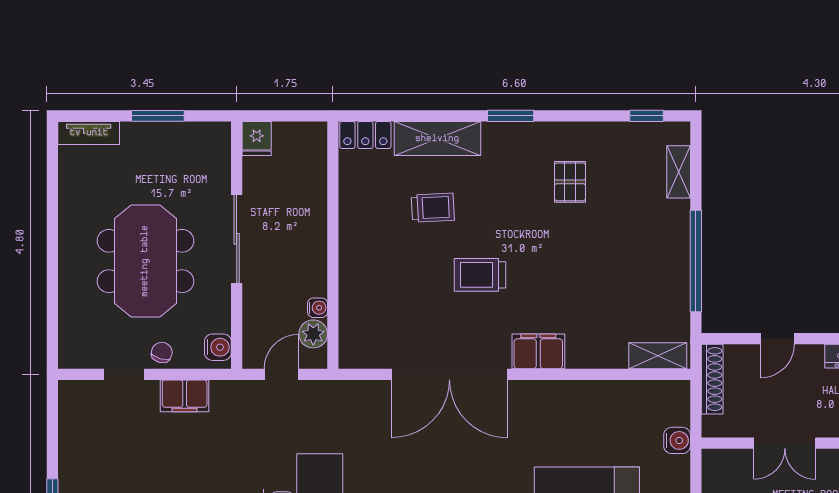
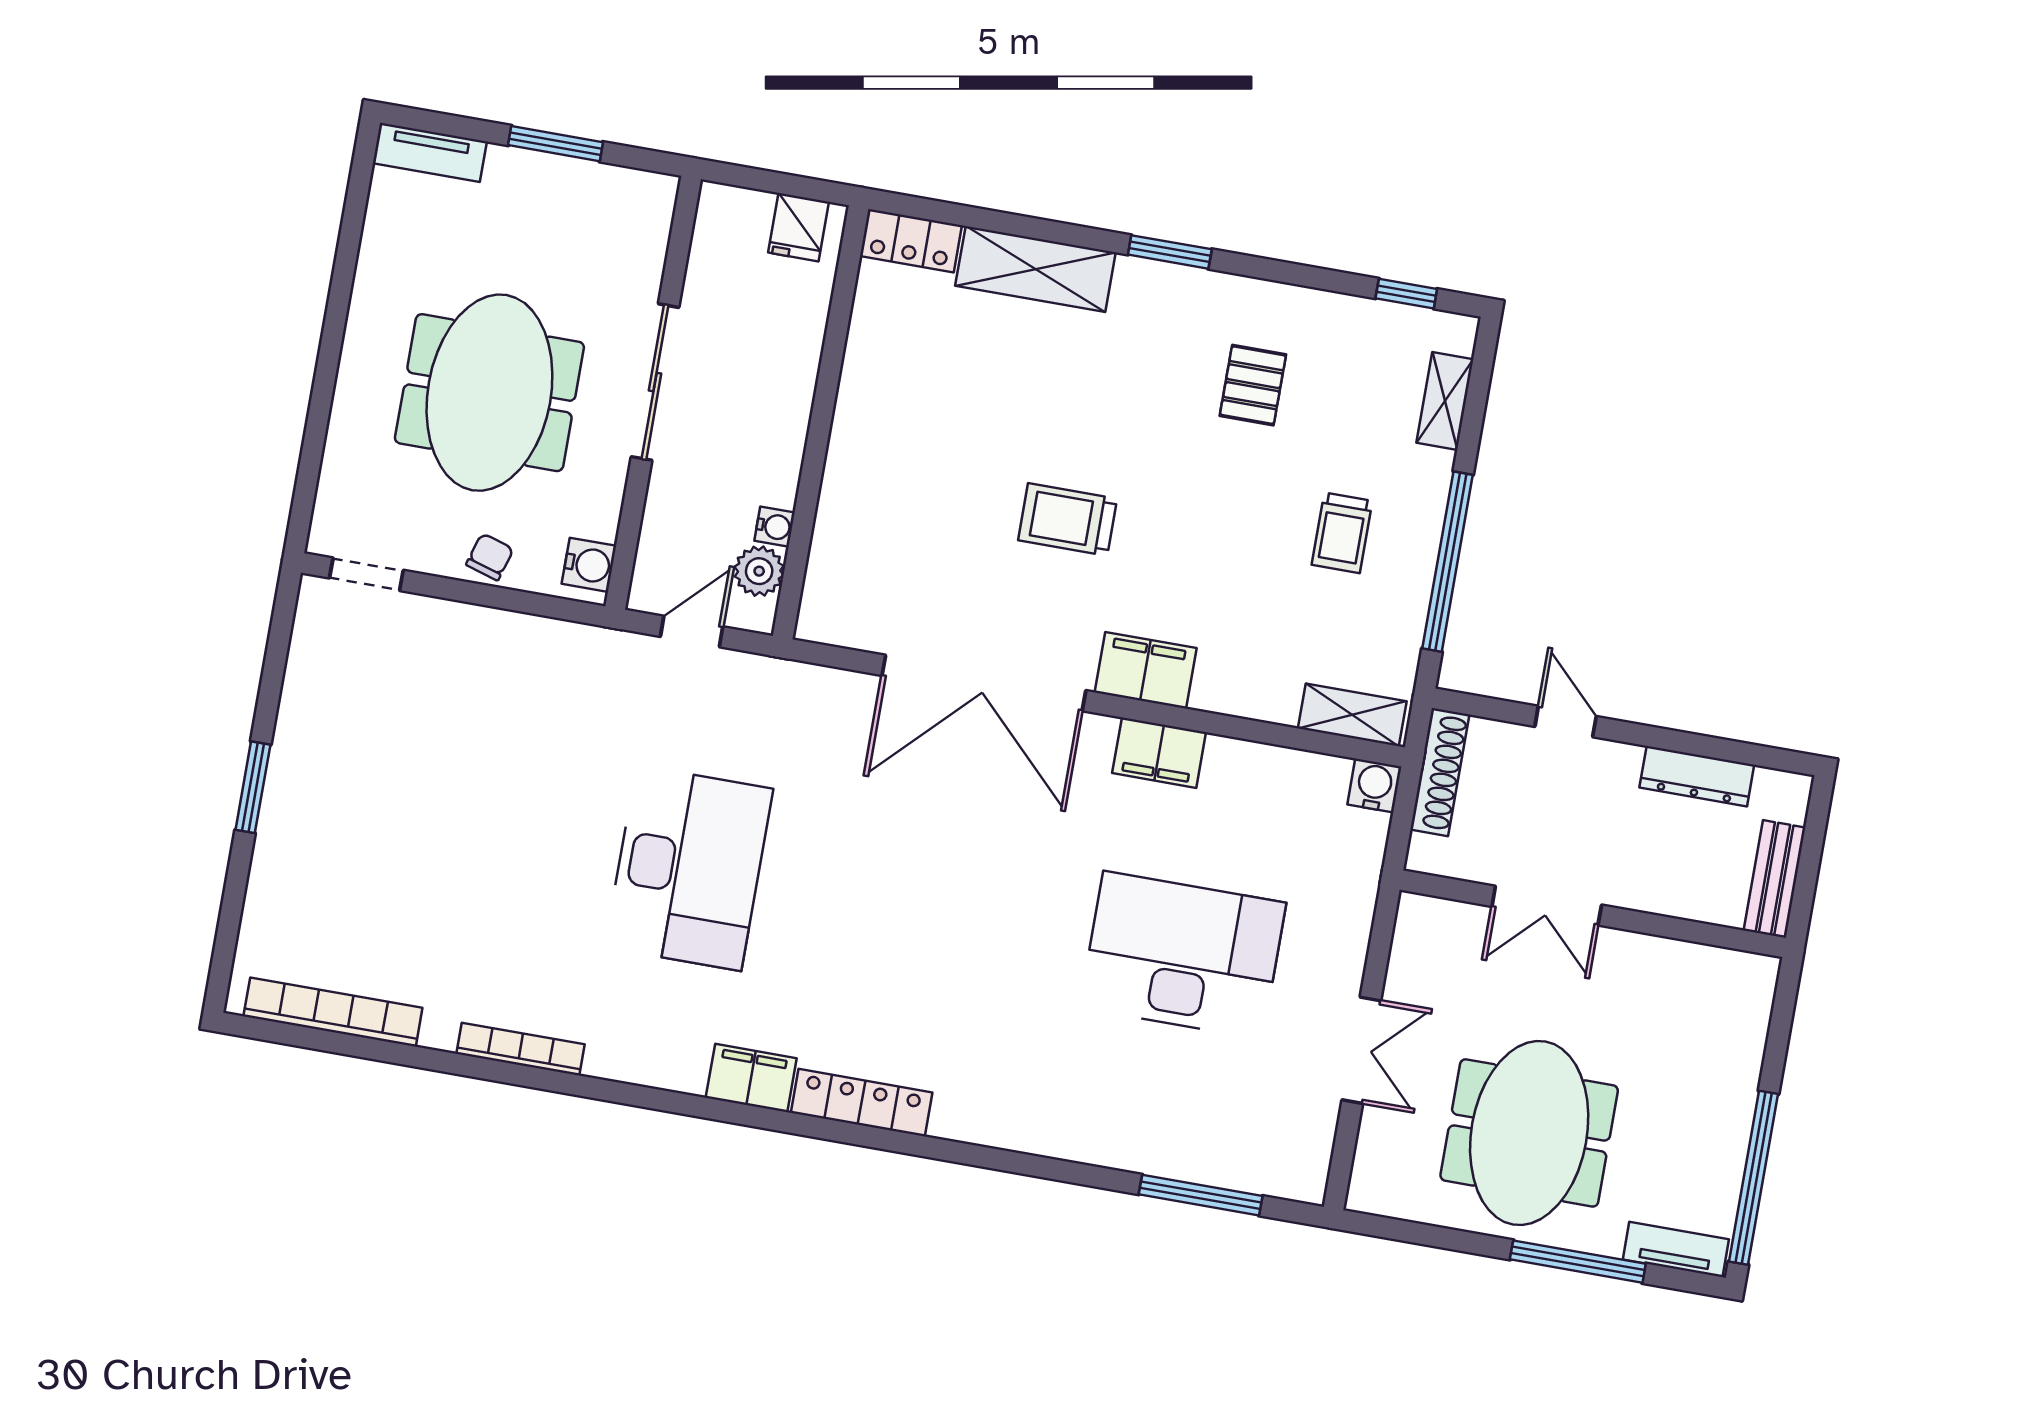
fridge: (257, 139) -> (798, 227), moved
trolley: (433, 208) -> (1342, 533), moved, turned 93
door: (777, 339) -> (1566, 721), swing flipped
doorway: (124, 374) -> (366, 574), moved
filing cabinet: (185, 396) -> (1159, 753), moved
water cooler: (677, 440) -> (1374, 786), moved, turned -90

